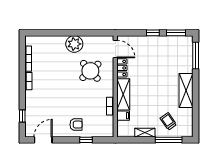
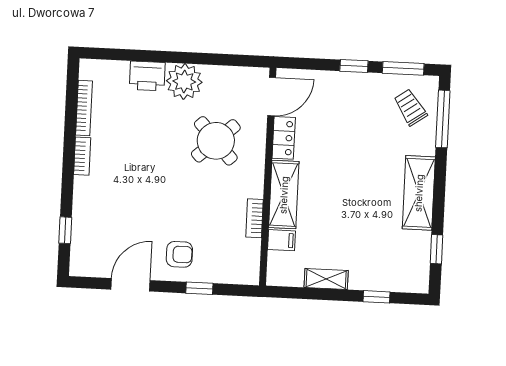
printer: (57, 42) -> (147, 76), added
door: (115, 49) -> (272, 97), hinge flipped
window: (196, 116) -> (436, 249), added
trolley: (168, 121) -> (410, 107), moved
door: (43, 140) -> (130, 285), moved
window: (169, 140) -> (376, 297), width x0.46

